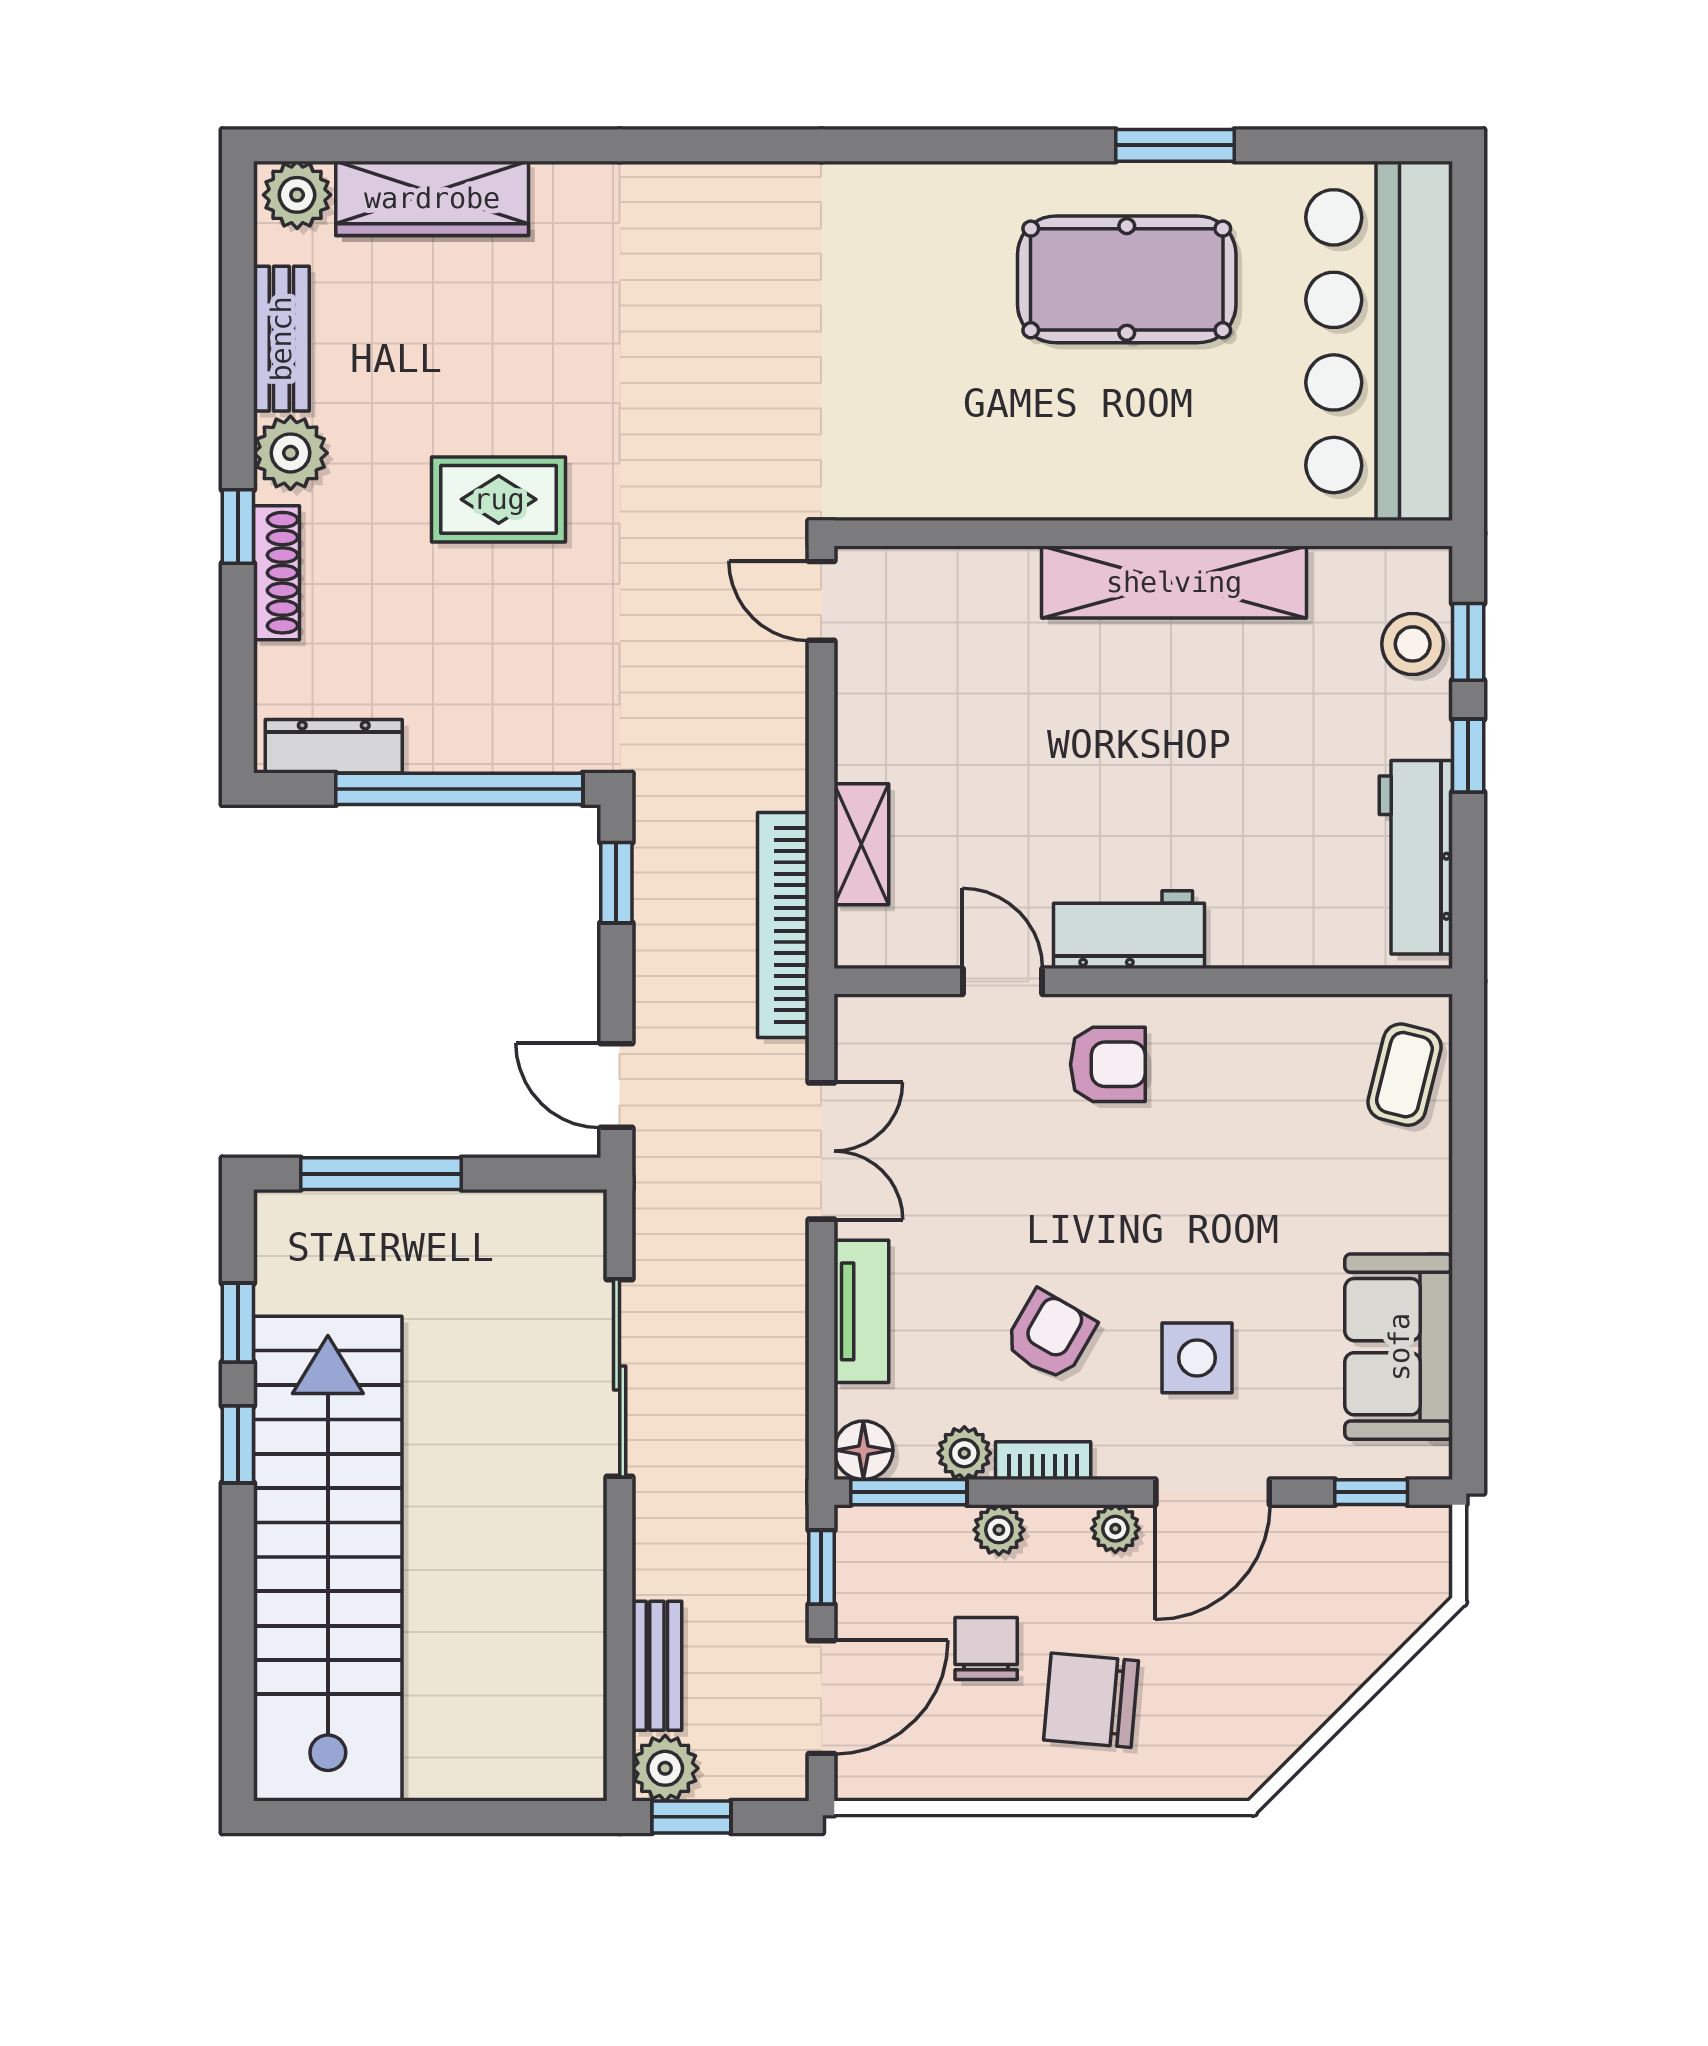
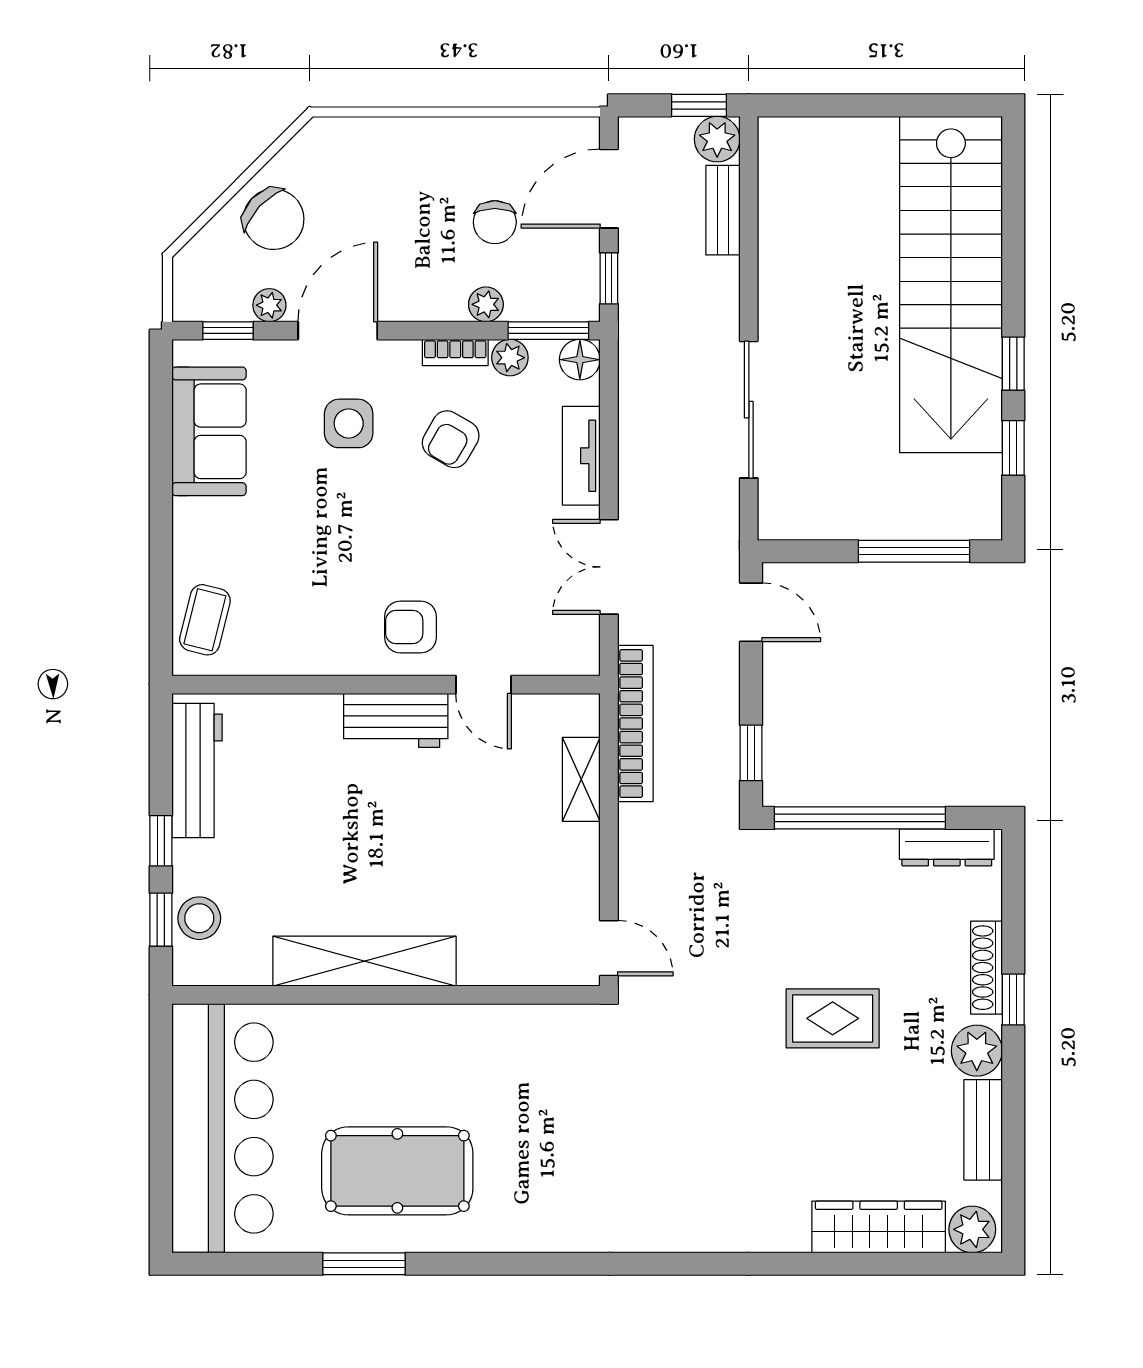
plant: (1115, 1529) -> (269, 305), moved
chair: (1091, 1700) -> (274, 219), moved, turned 38

